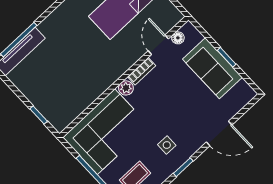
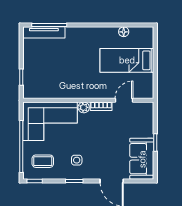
floor lamp: (178, 38) -> (138, 107), removed
sofa: (212, 68) -> (142, 159), moved

